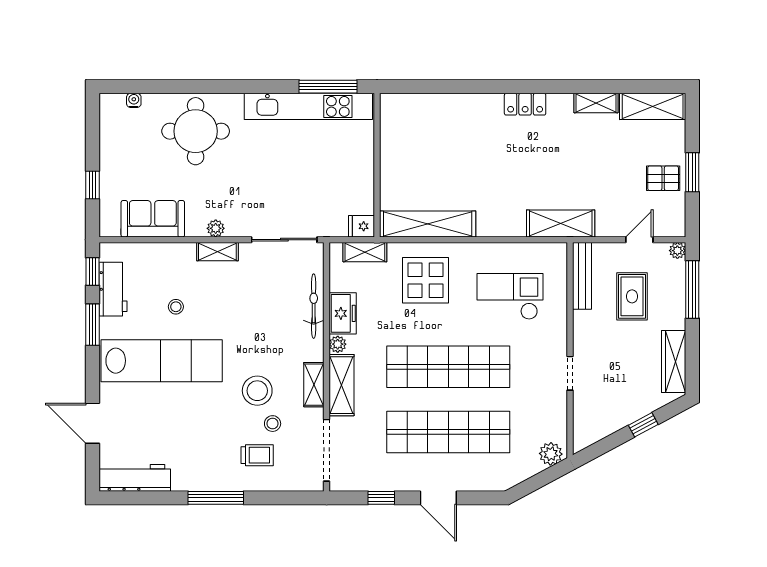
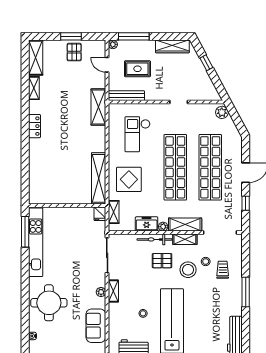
bicycle: (314, 306) -> (155, 239), moved
pallet: (274, 342) -> (162, 261), added

